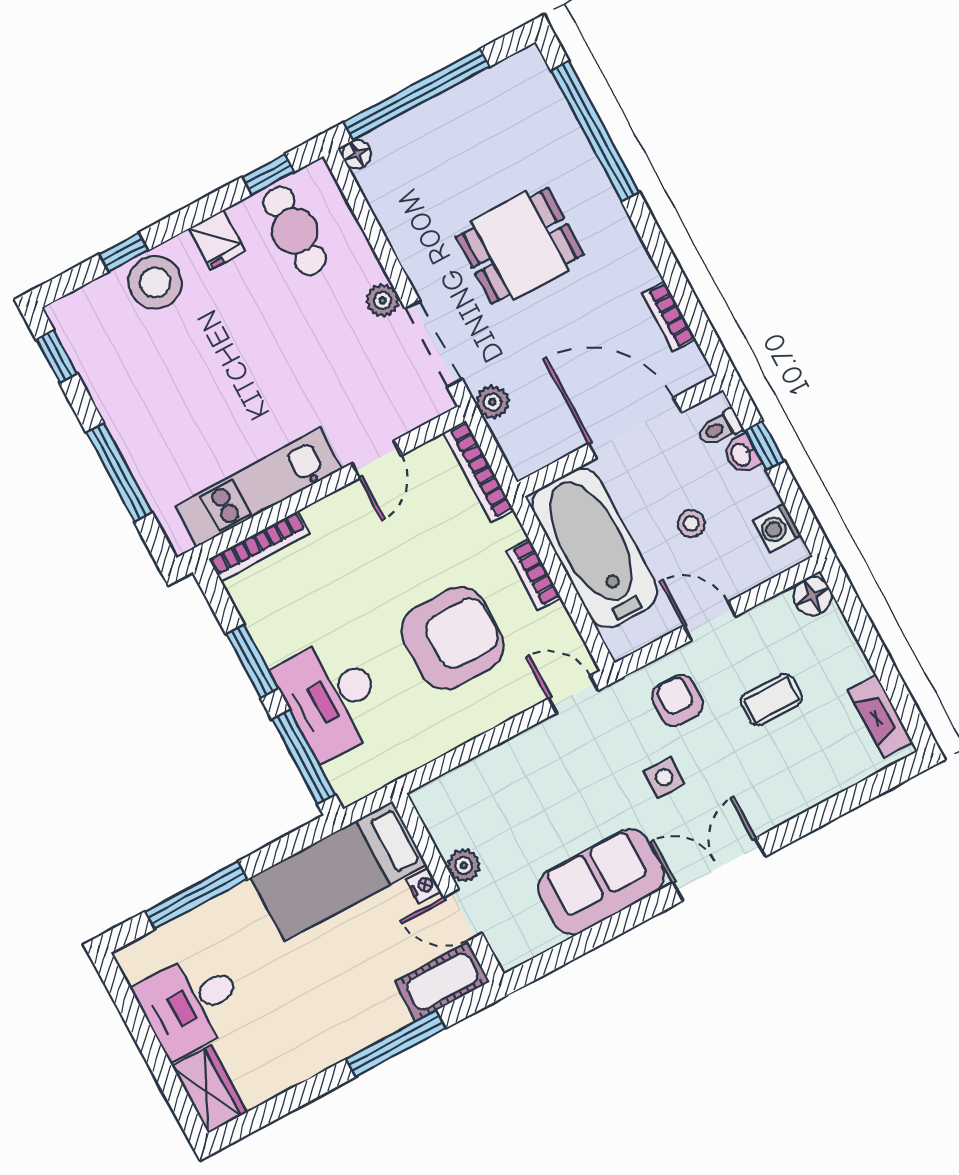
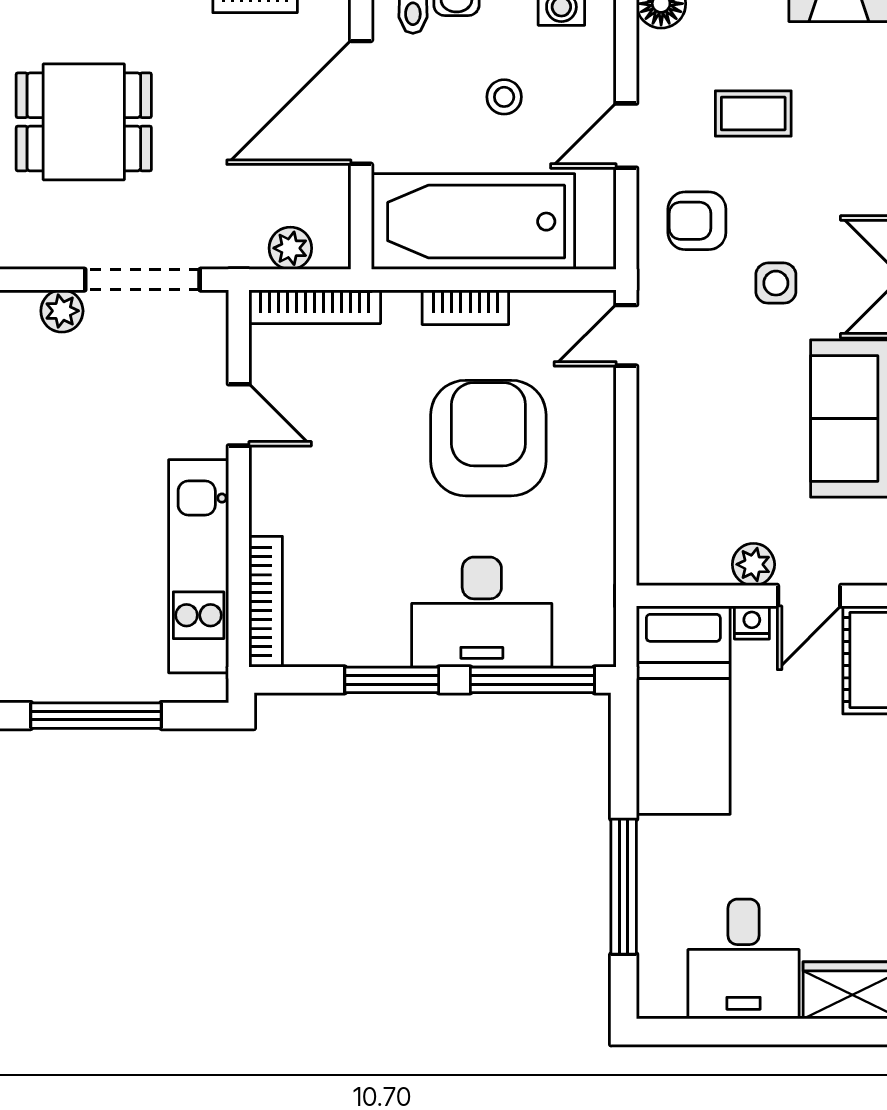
dining table: (520, 246) -> (84, 122), turned 90
plant: (493, 402) -> (290, 248), moved
coffee table: (771, 700) -> (753, 114), turned 90

